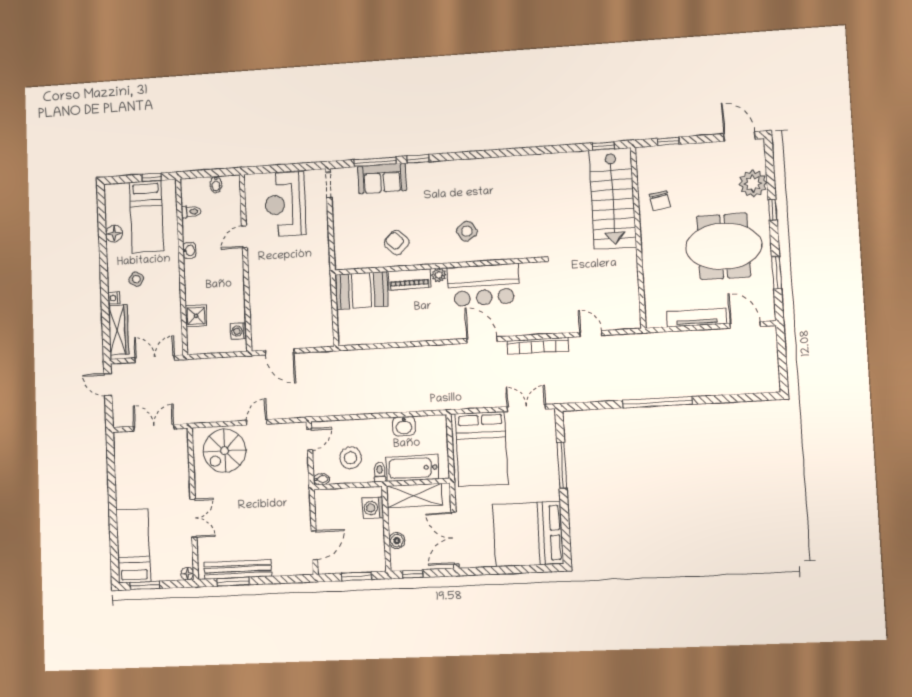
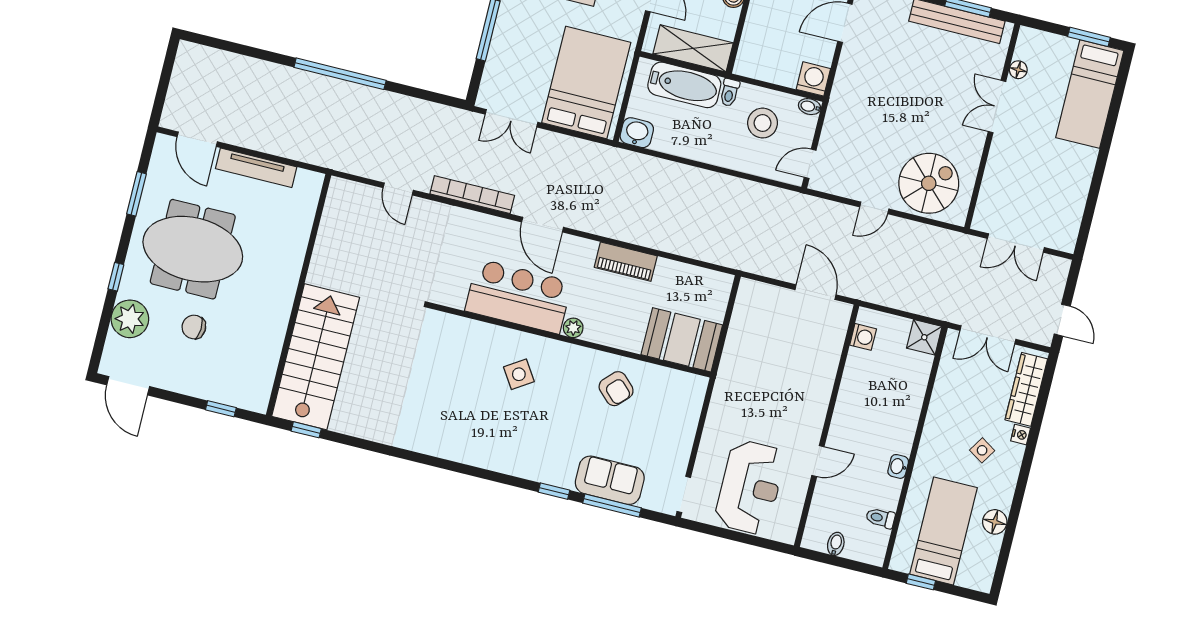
chair: (660, 201) -> (194, 327), moved, turned -77
piano: (409, 279) -> (626, 262), moved, turned 180
shower: (196, 316) -> (924, 337), moved
washbasin: (404, 426) -> (637, 133), moved
washing machine: (373, 508) -> (813, 79), moved, turned -90
floor lamp: (187, 574) -> (1018, 70), moved

